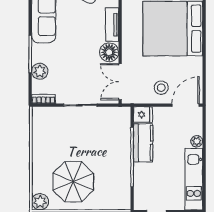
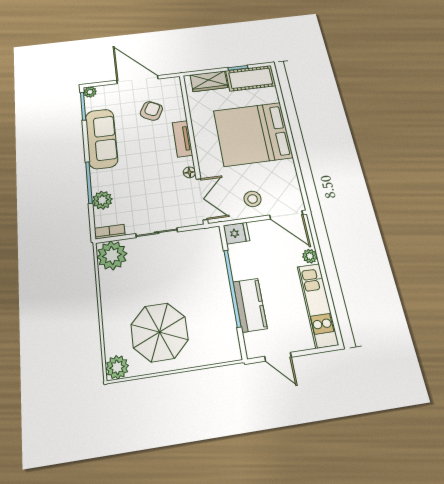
floor lamp: (109, 52) -> (189, 172), width x0.53, depth x0.53
double door: (120, 82) -> (202, 199), swing flipped
door: (186, 105) -> (286, 215), swing flipped
plant: (44, 119) -> (112, 255), added
kitchen counter: (143, 143) -> (250, 305), moved

